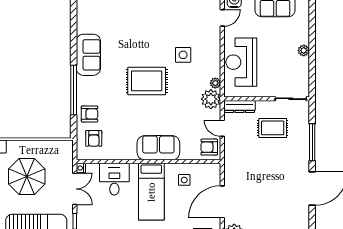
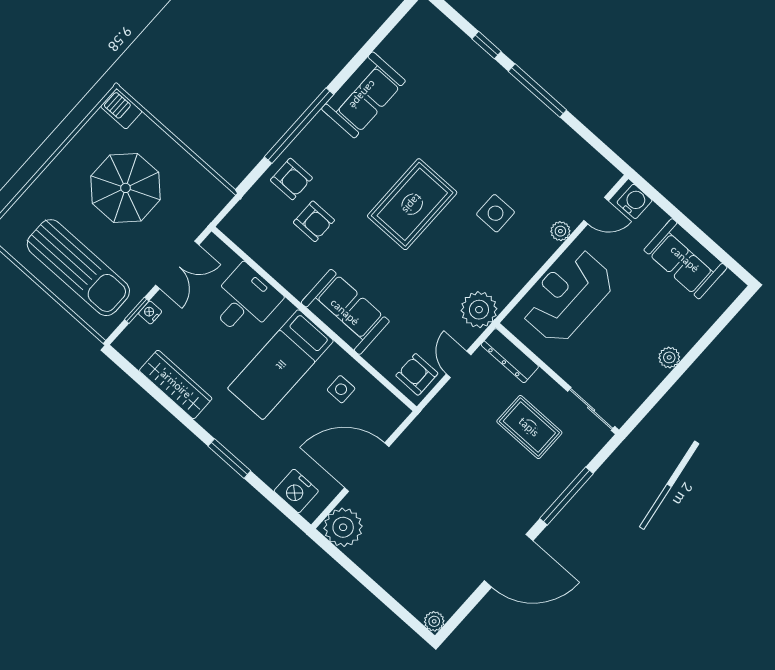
rug: (147, 81) -> (412, 204), turned 90
plant: (215, 83) -> (560, 231), moved
armchair: (94, 138) -> (314, 221), moved, turned -90
nightstand: (81, 168) -> (150, 313), moved

